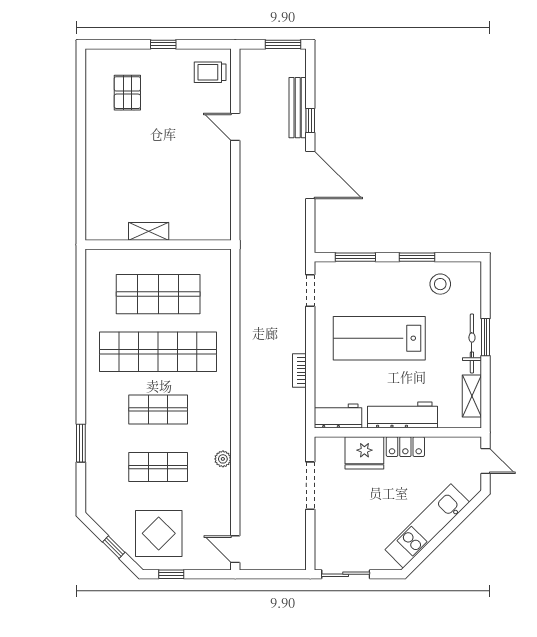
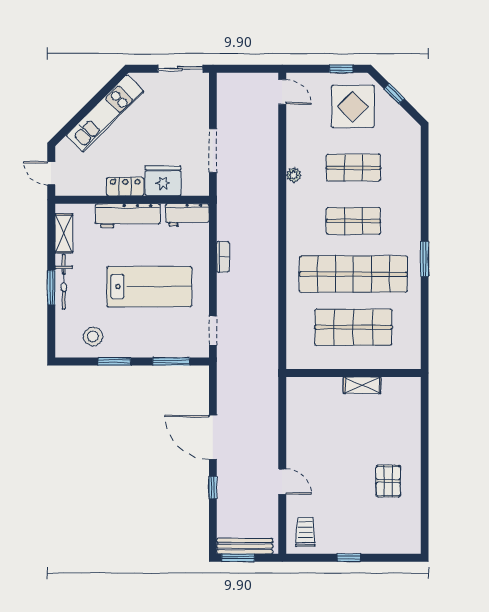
trolley: (210, 72) -> (305, 532), turned -90
pallet: (127, 93) -> (388, 481), moved
bench: (298, 108) -> (245, 546), moved, turned 90
window: (81, 443) -> (425, 259), moved

